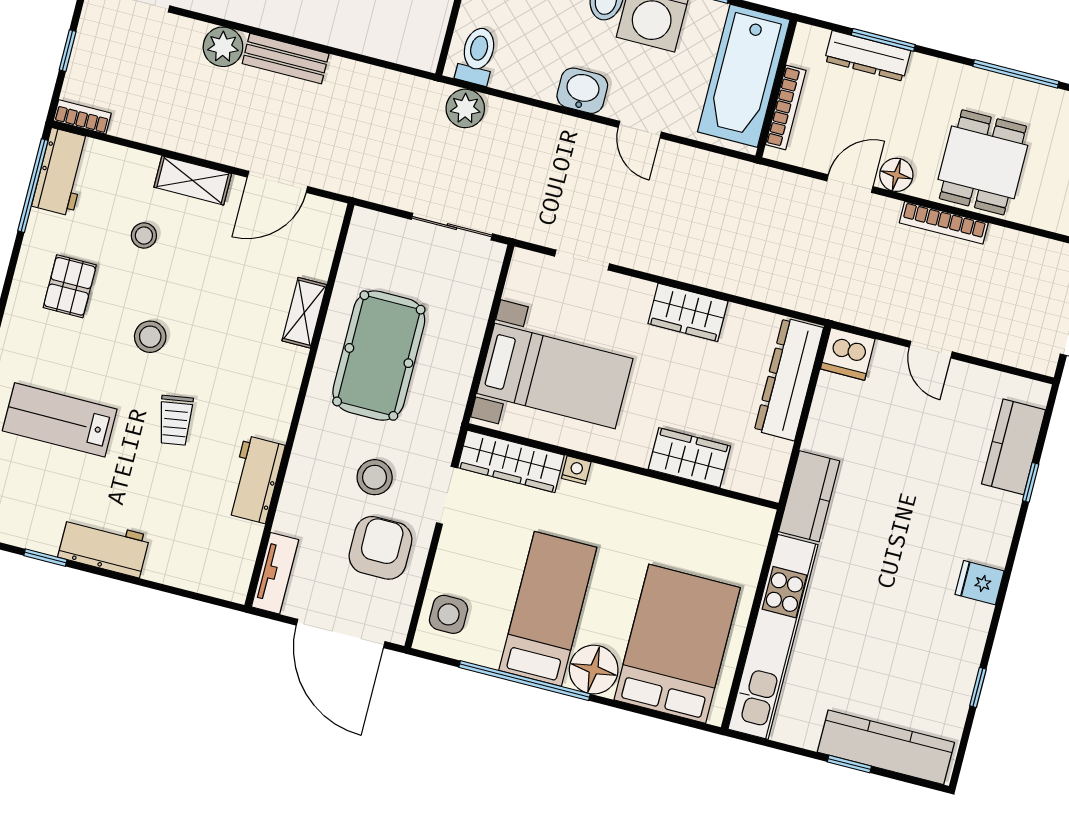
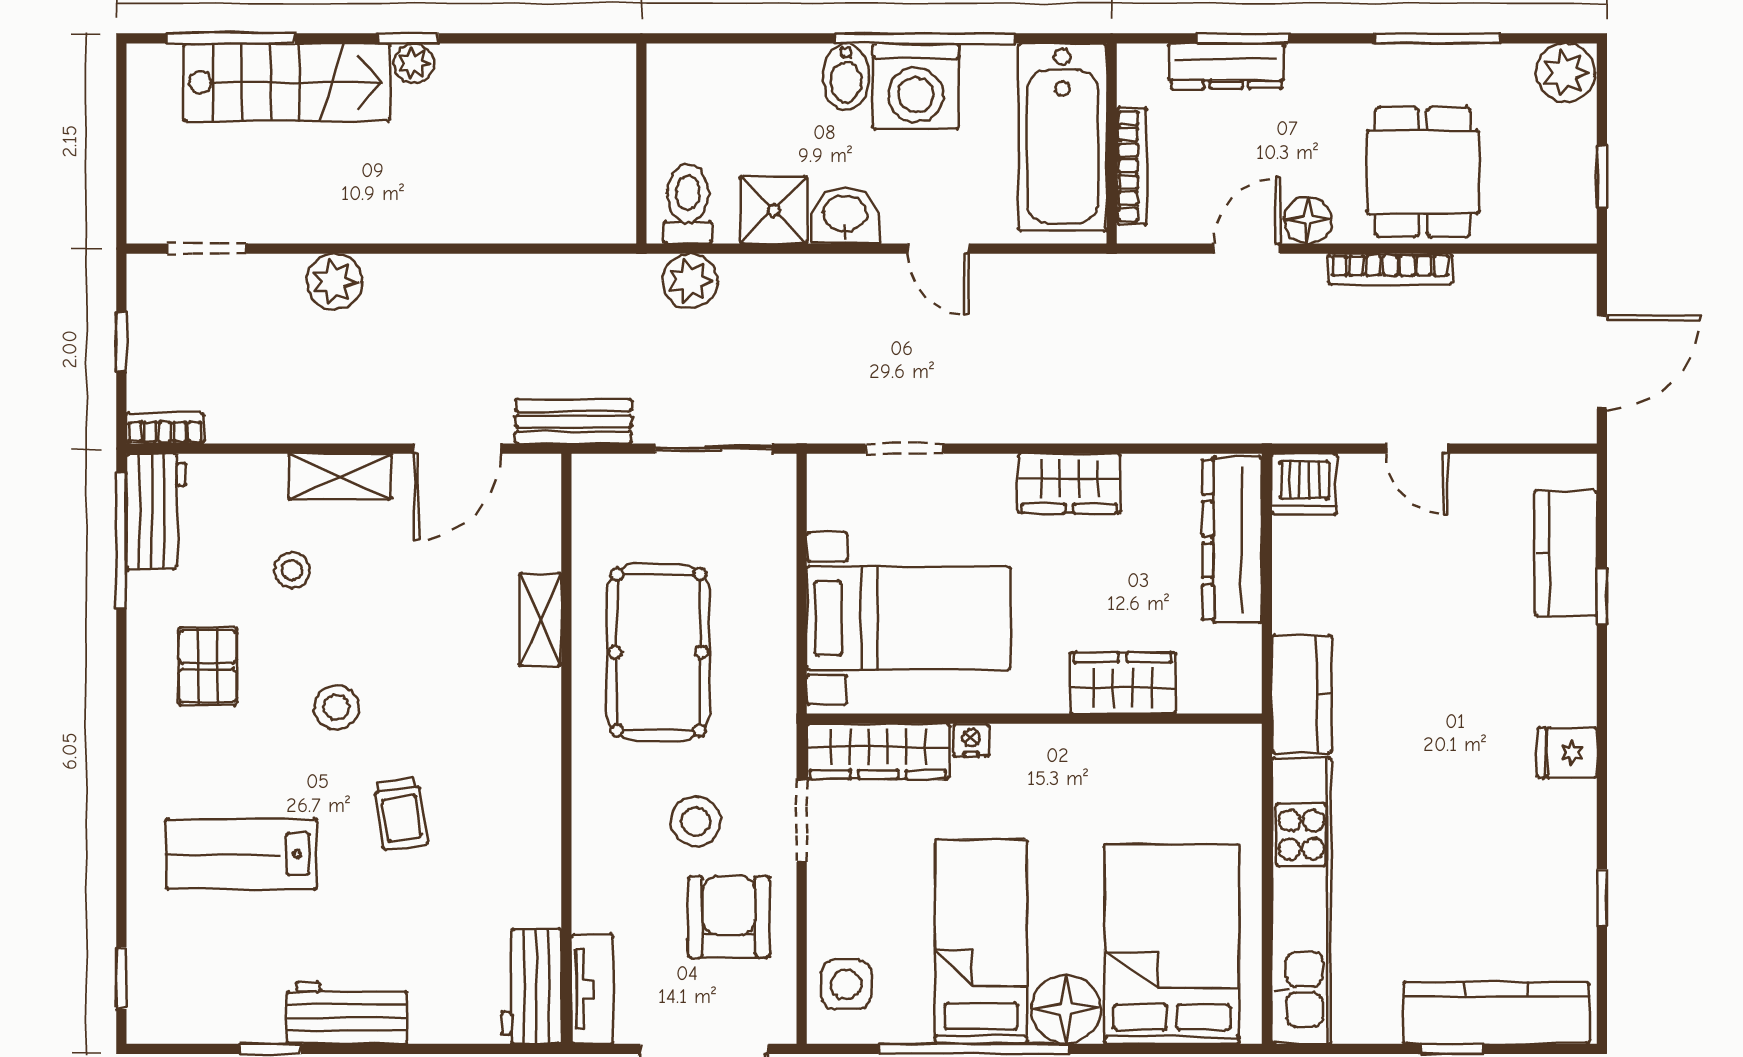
bench: (286, 59) -> (573, 421), moved
shower: (535, 75) -> (774, 210), added
workbench: (255, 479) -> (532, 986), moved

